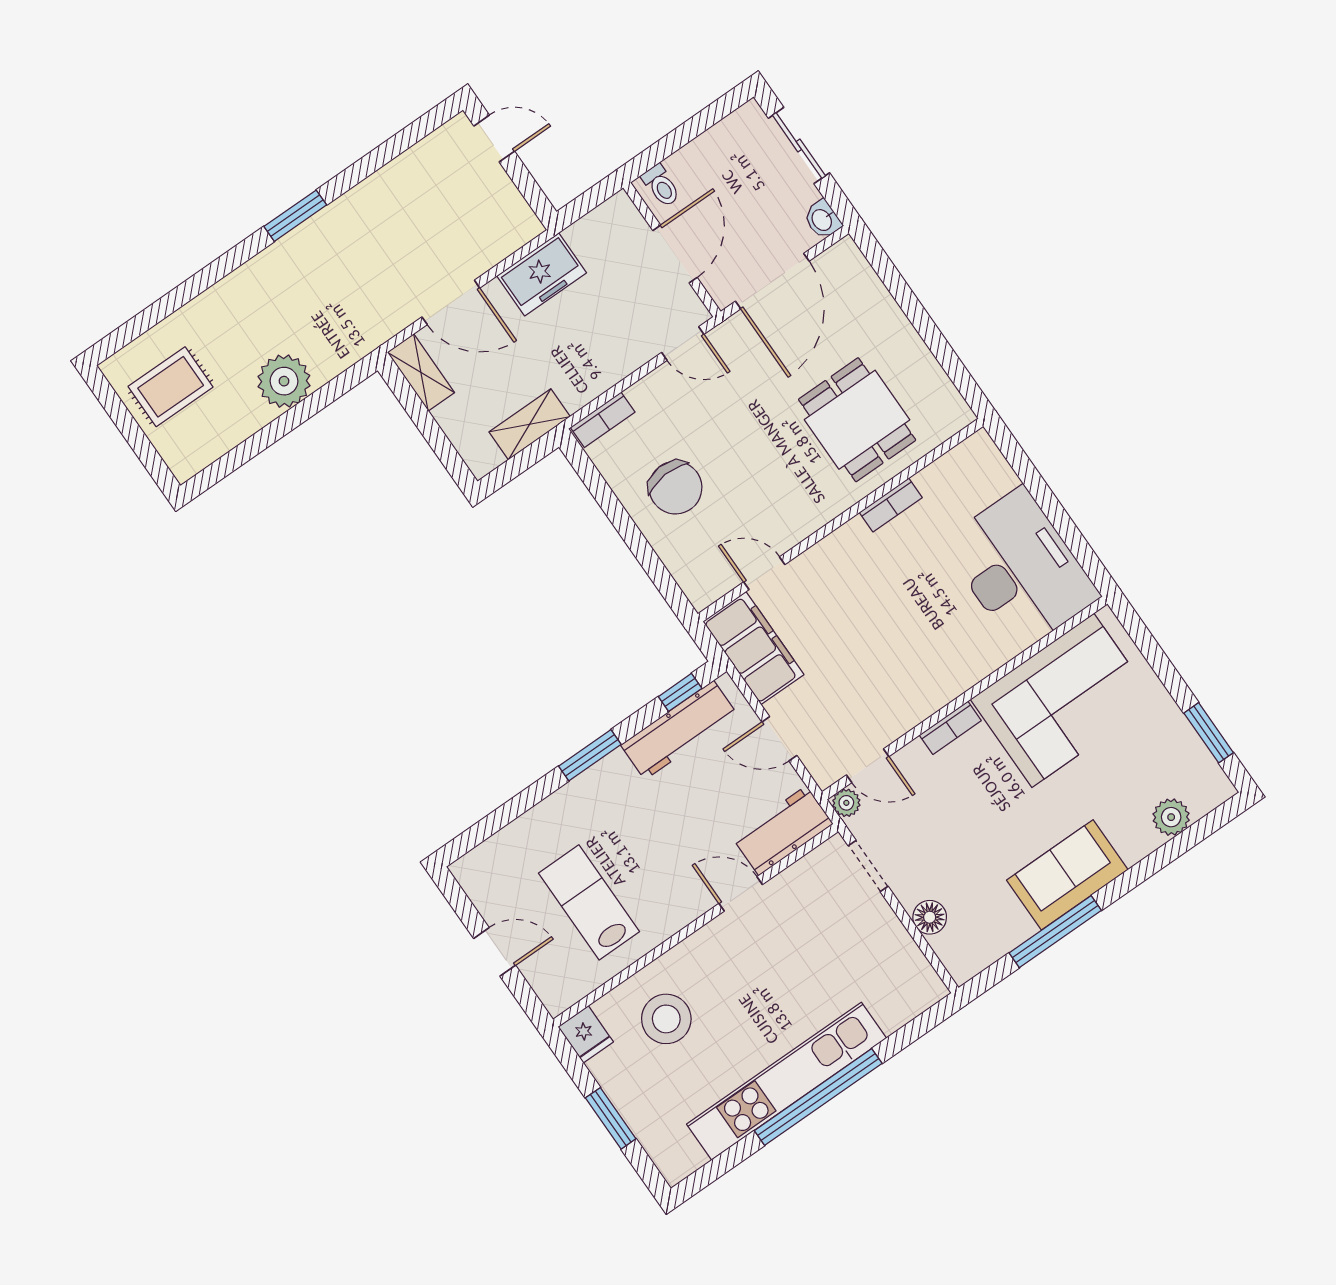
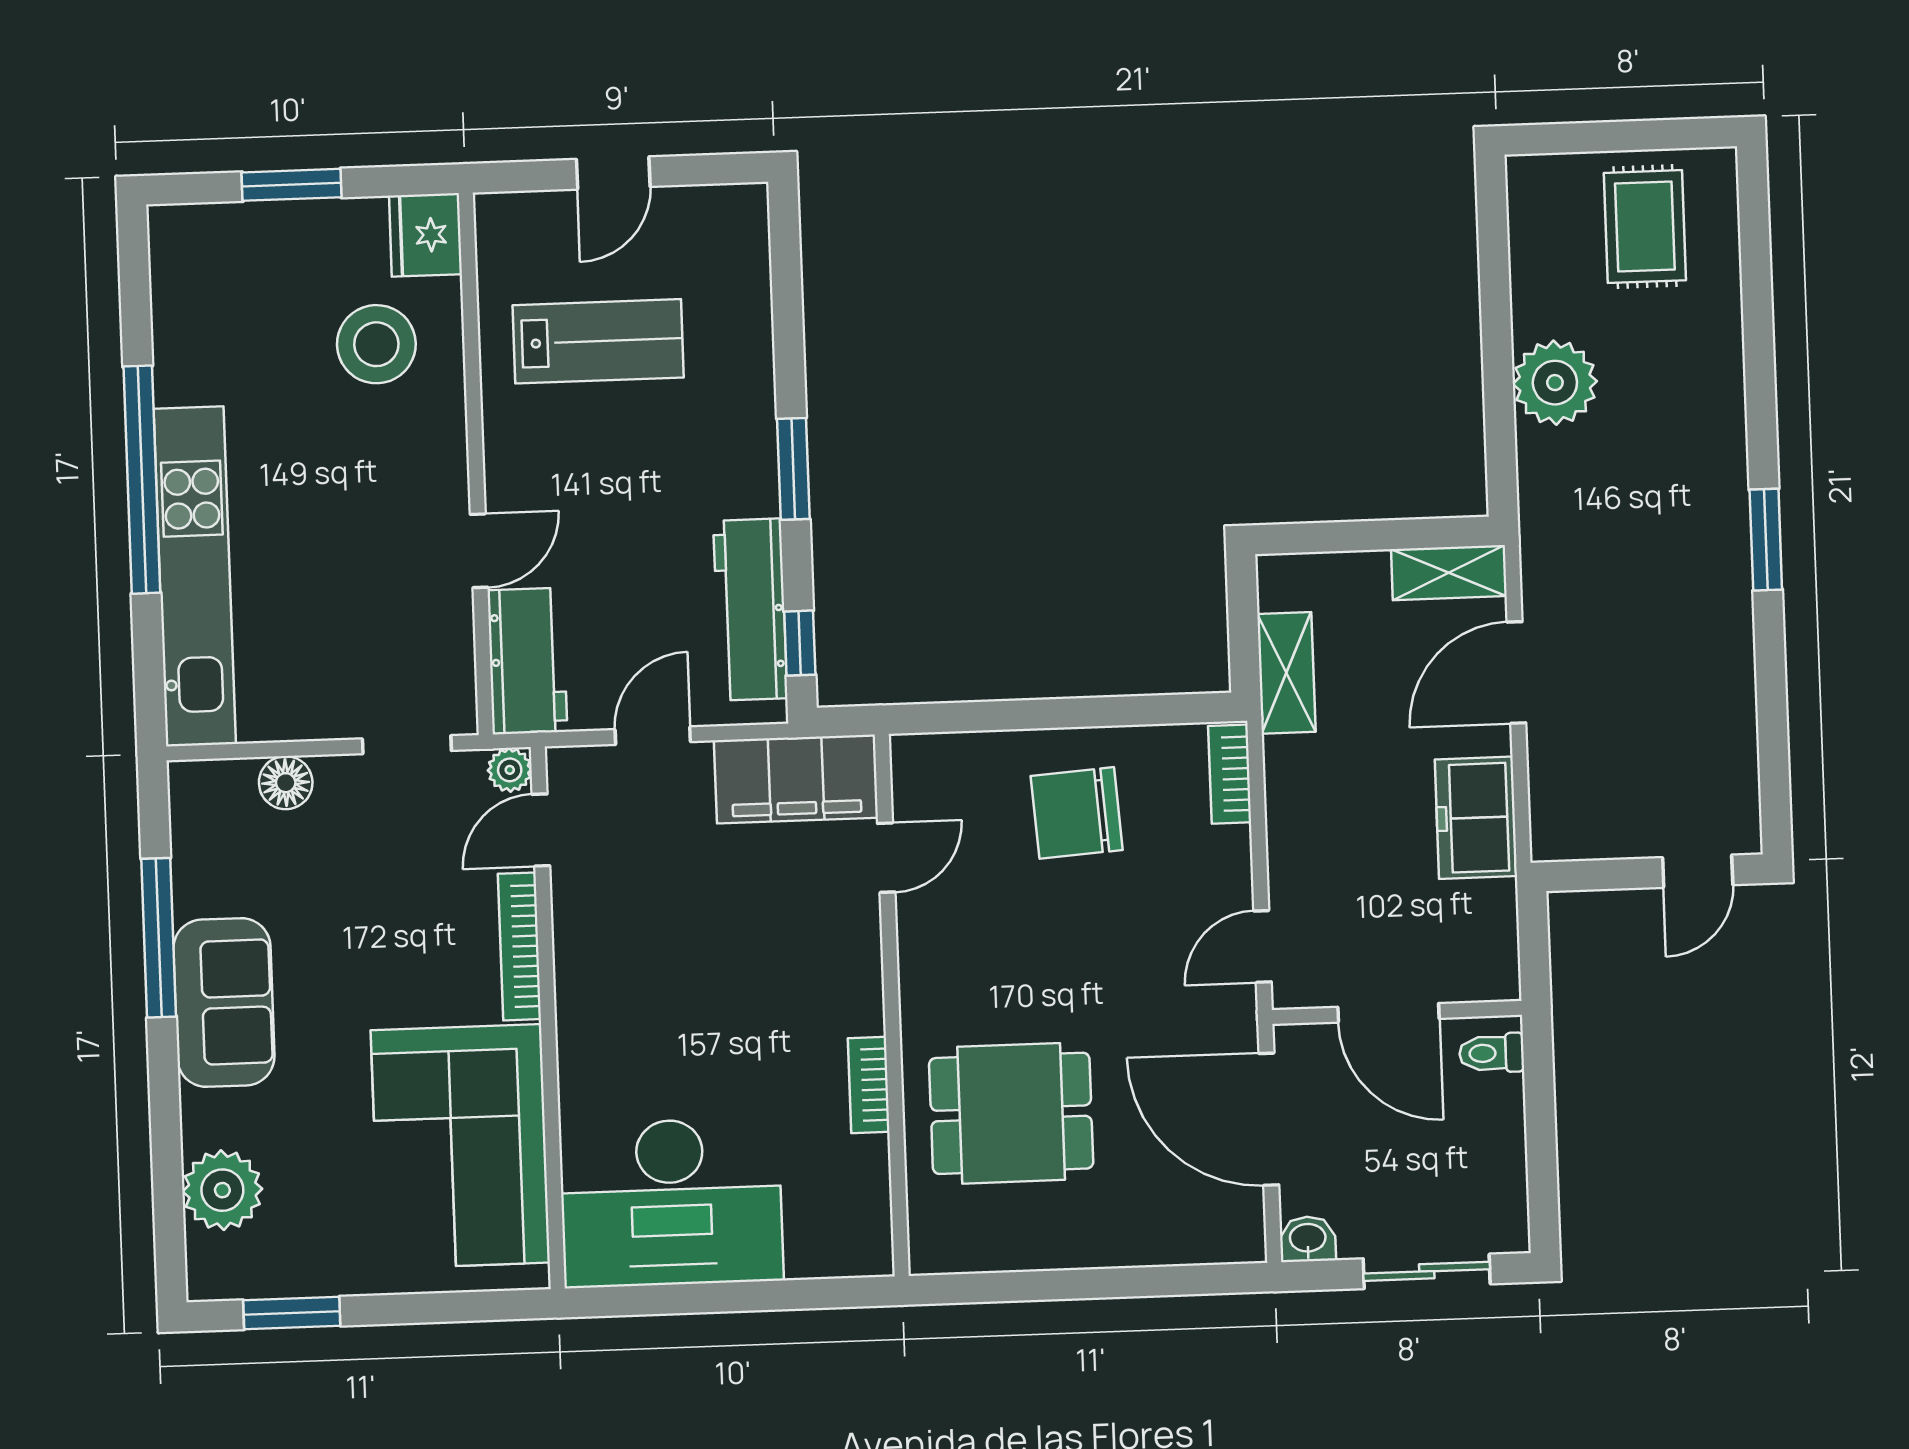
bookcase: (950, 728) -> (519, 946), width x1.56
plant: (1171, 817) -> (222, 1190), width x1.36, depth x1.36
fridge: (586, 1034) -> (426, 235), width x1.38
kitchen unit: (787, 1081) -> (195, 576), moved

